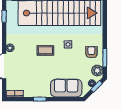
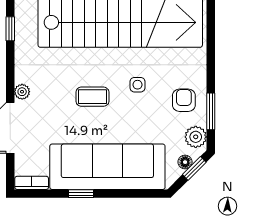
sofa: (66, 88) -> (107, 167), width x1.85, depth x1.27

